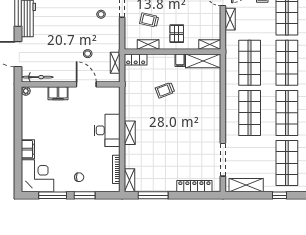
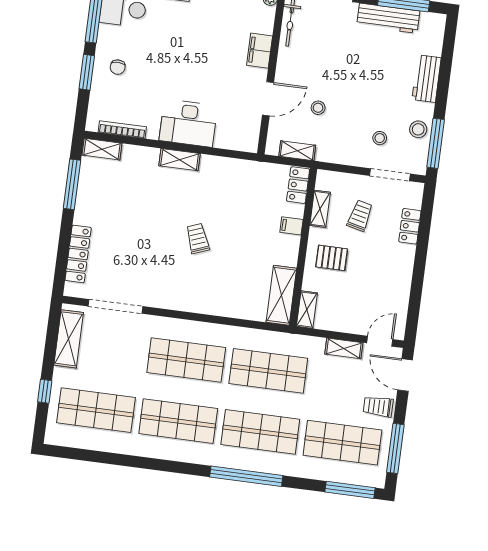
filing cabinet: (180, 60) -> (291, 226), moved
trolley: (165, 90) -> (198, 239), moved

